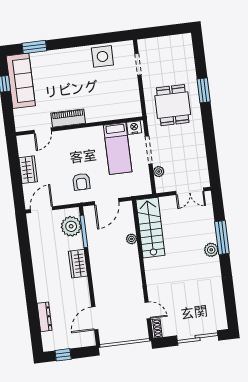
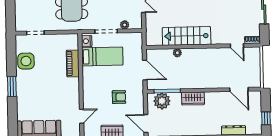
window: (34, 47) -> (12, 86), moved
piano: (68, 118) -> (73, 63), moved
door: (43, 131) -> (82, 116), hinge flipped
armchair: (81, 182) -> (119, 97), moved
stairs: (150, 228) -> (187, 36), moved
door: (148, 310) -> (237, 46), swing flipped

